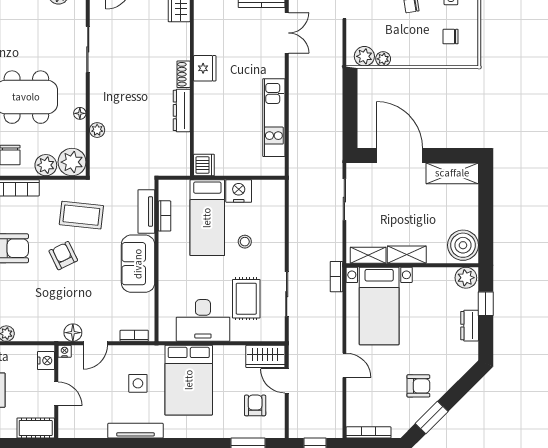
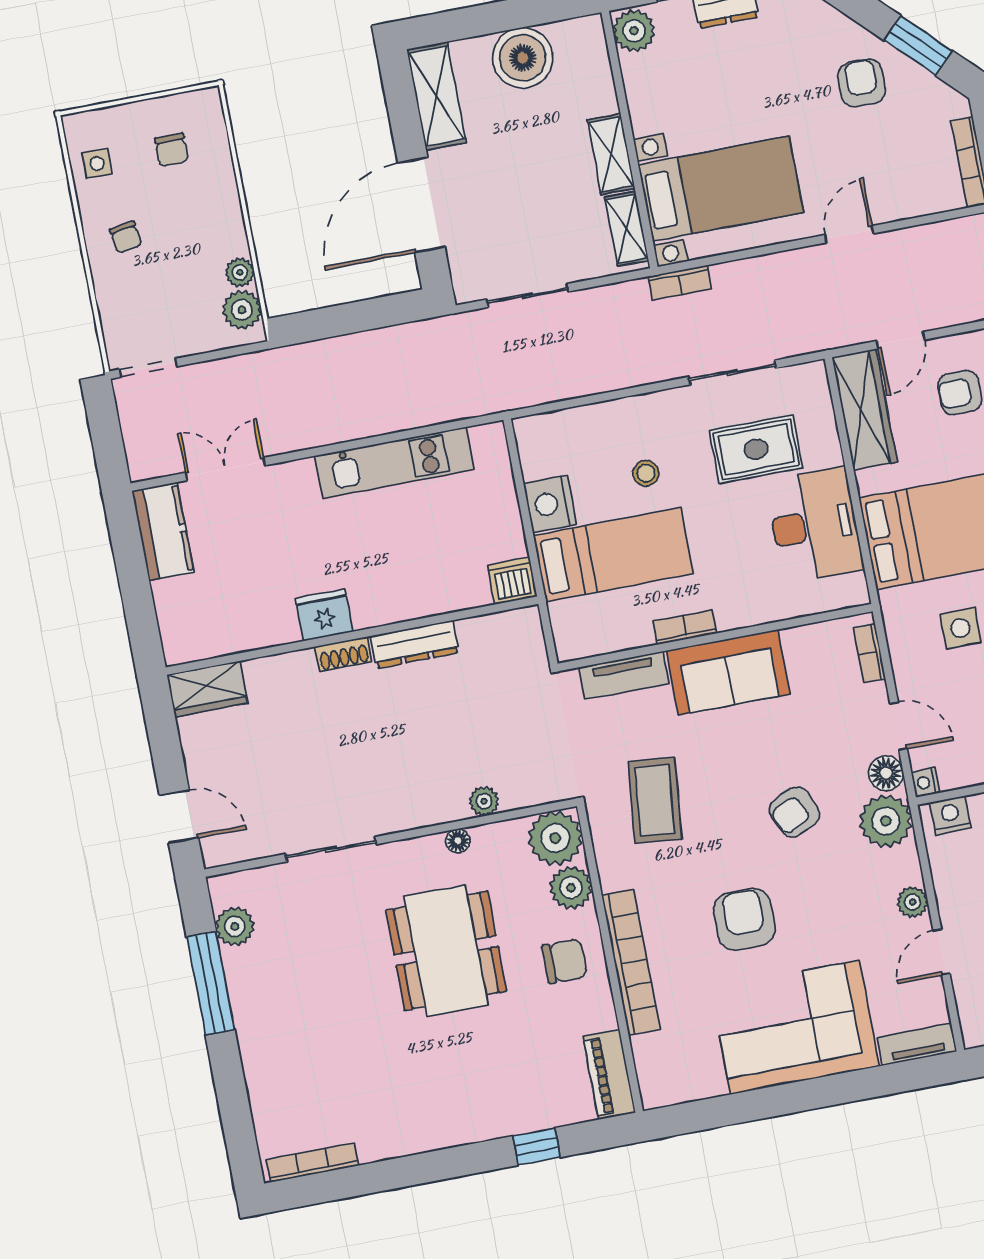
bookcase: (165, 216) -> (685, 627), moved
boiler: (463, 245) -> (523, 58), moved
armchair: (63, 256) -> (795, 812), moved
plant: (49, 328) -> (886, 821), added
wardrobe: (265, 356) -> (865, 410), width x1.50

